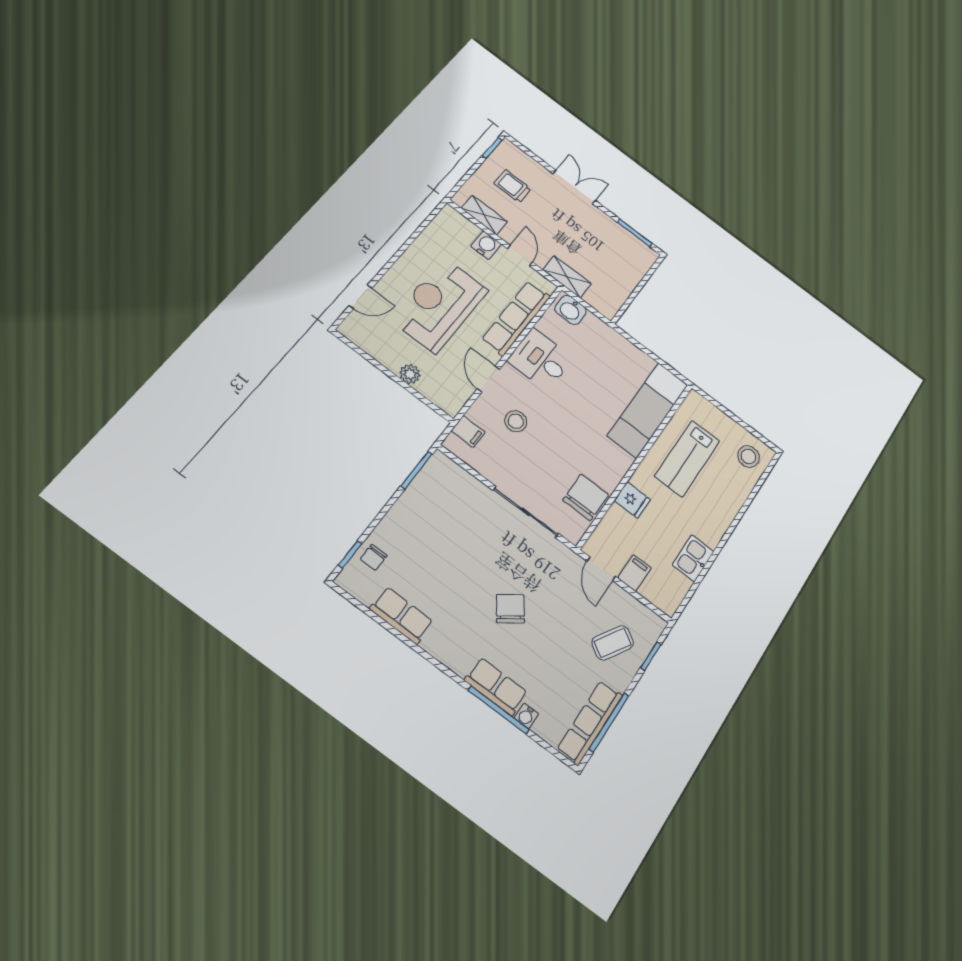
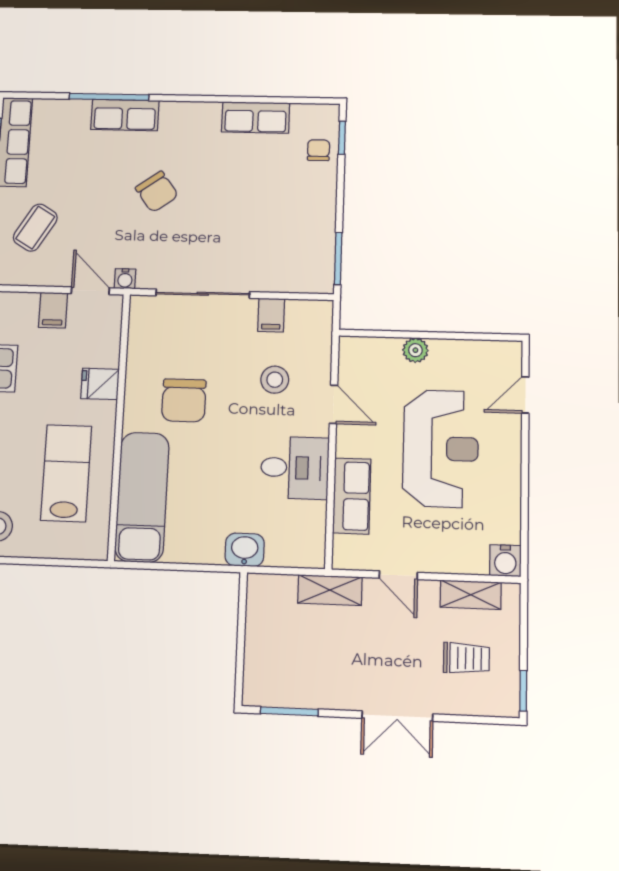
water cooler: (486, 245) -> (505, 561), moved
washbasin: (571, 310) -> (245, 550), moved
row of seats: (516, 318) -> (352, 496), width x0.68
filing cabinet: (468, 431) -> (271, 315), moved, turned -90
chair: (586, 497) -> (184, 400), moved
water cooler: (526, 716) -> (125, 279), moved, turned 180

